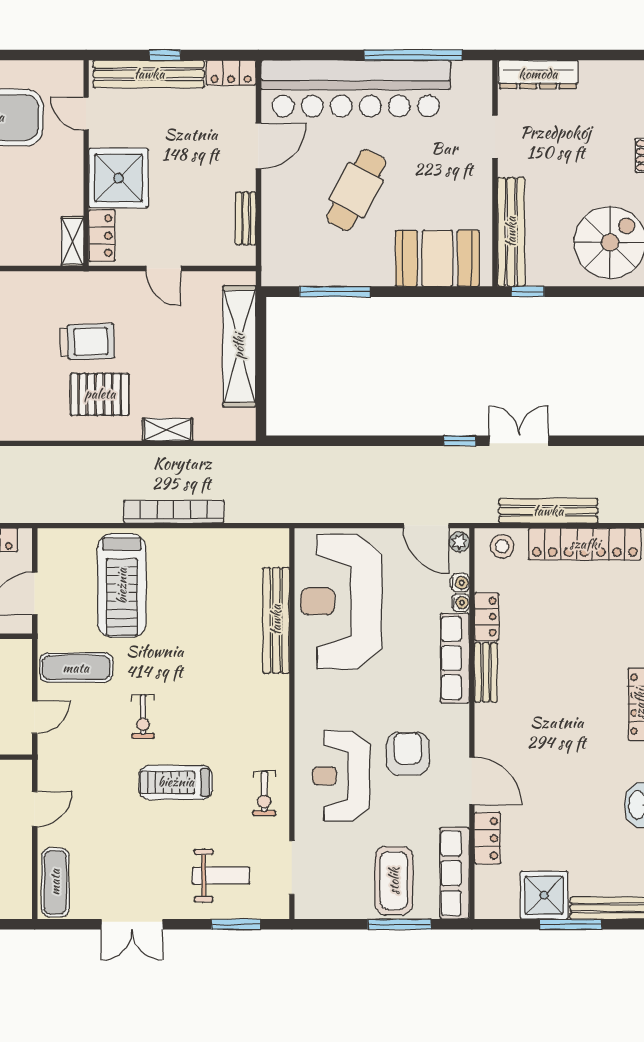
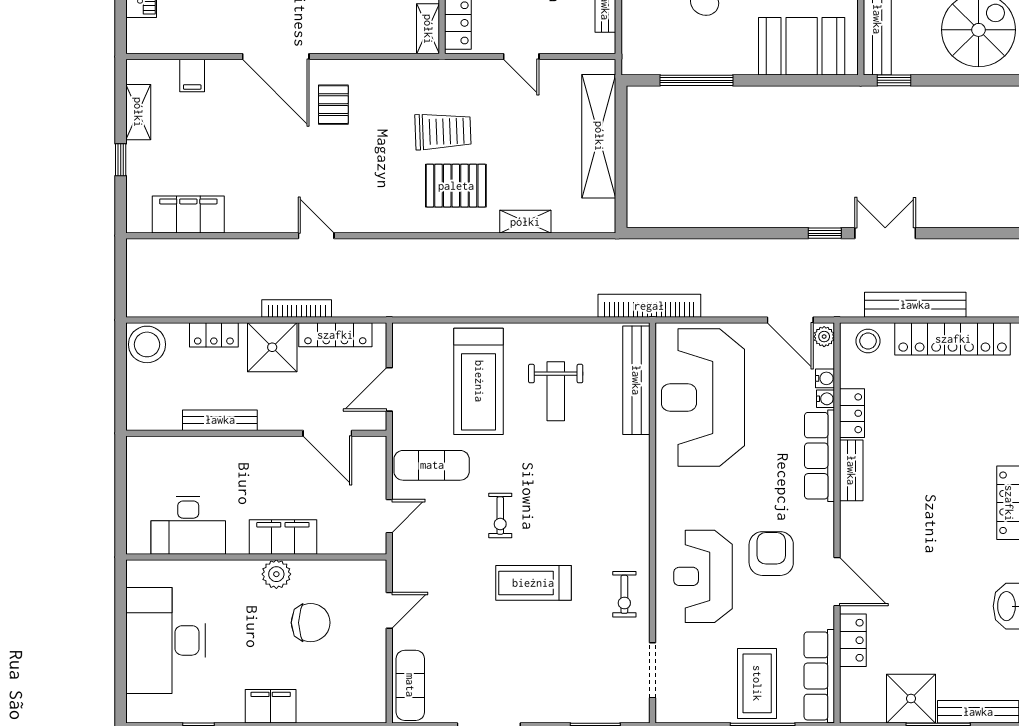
bookcase: (174, 512) -> (649, 306), moved
bench: (276, 620) -> (636, 380), moved
weight bench: (221, 876) -> (556, 391), moved, turned 90

